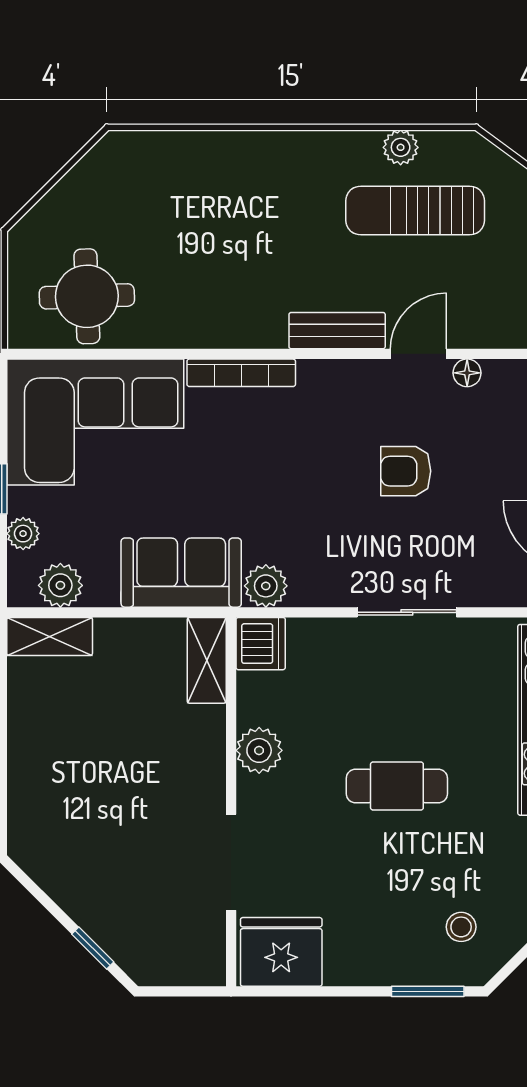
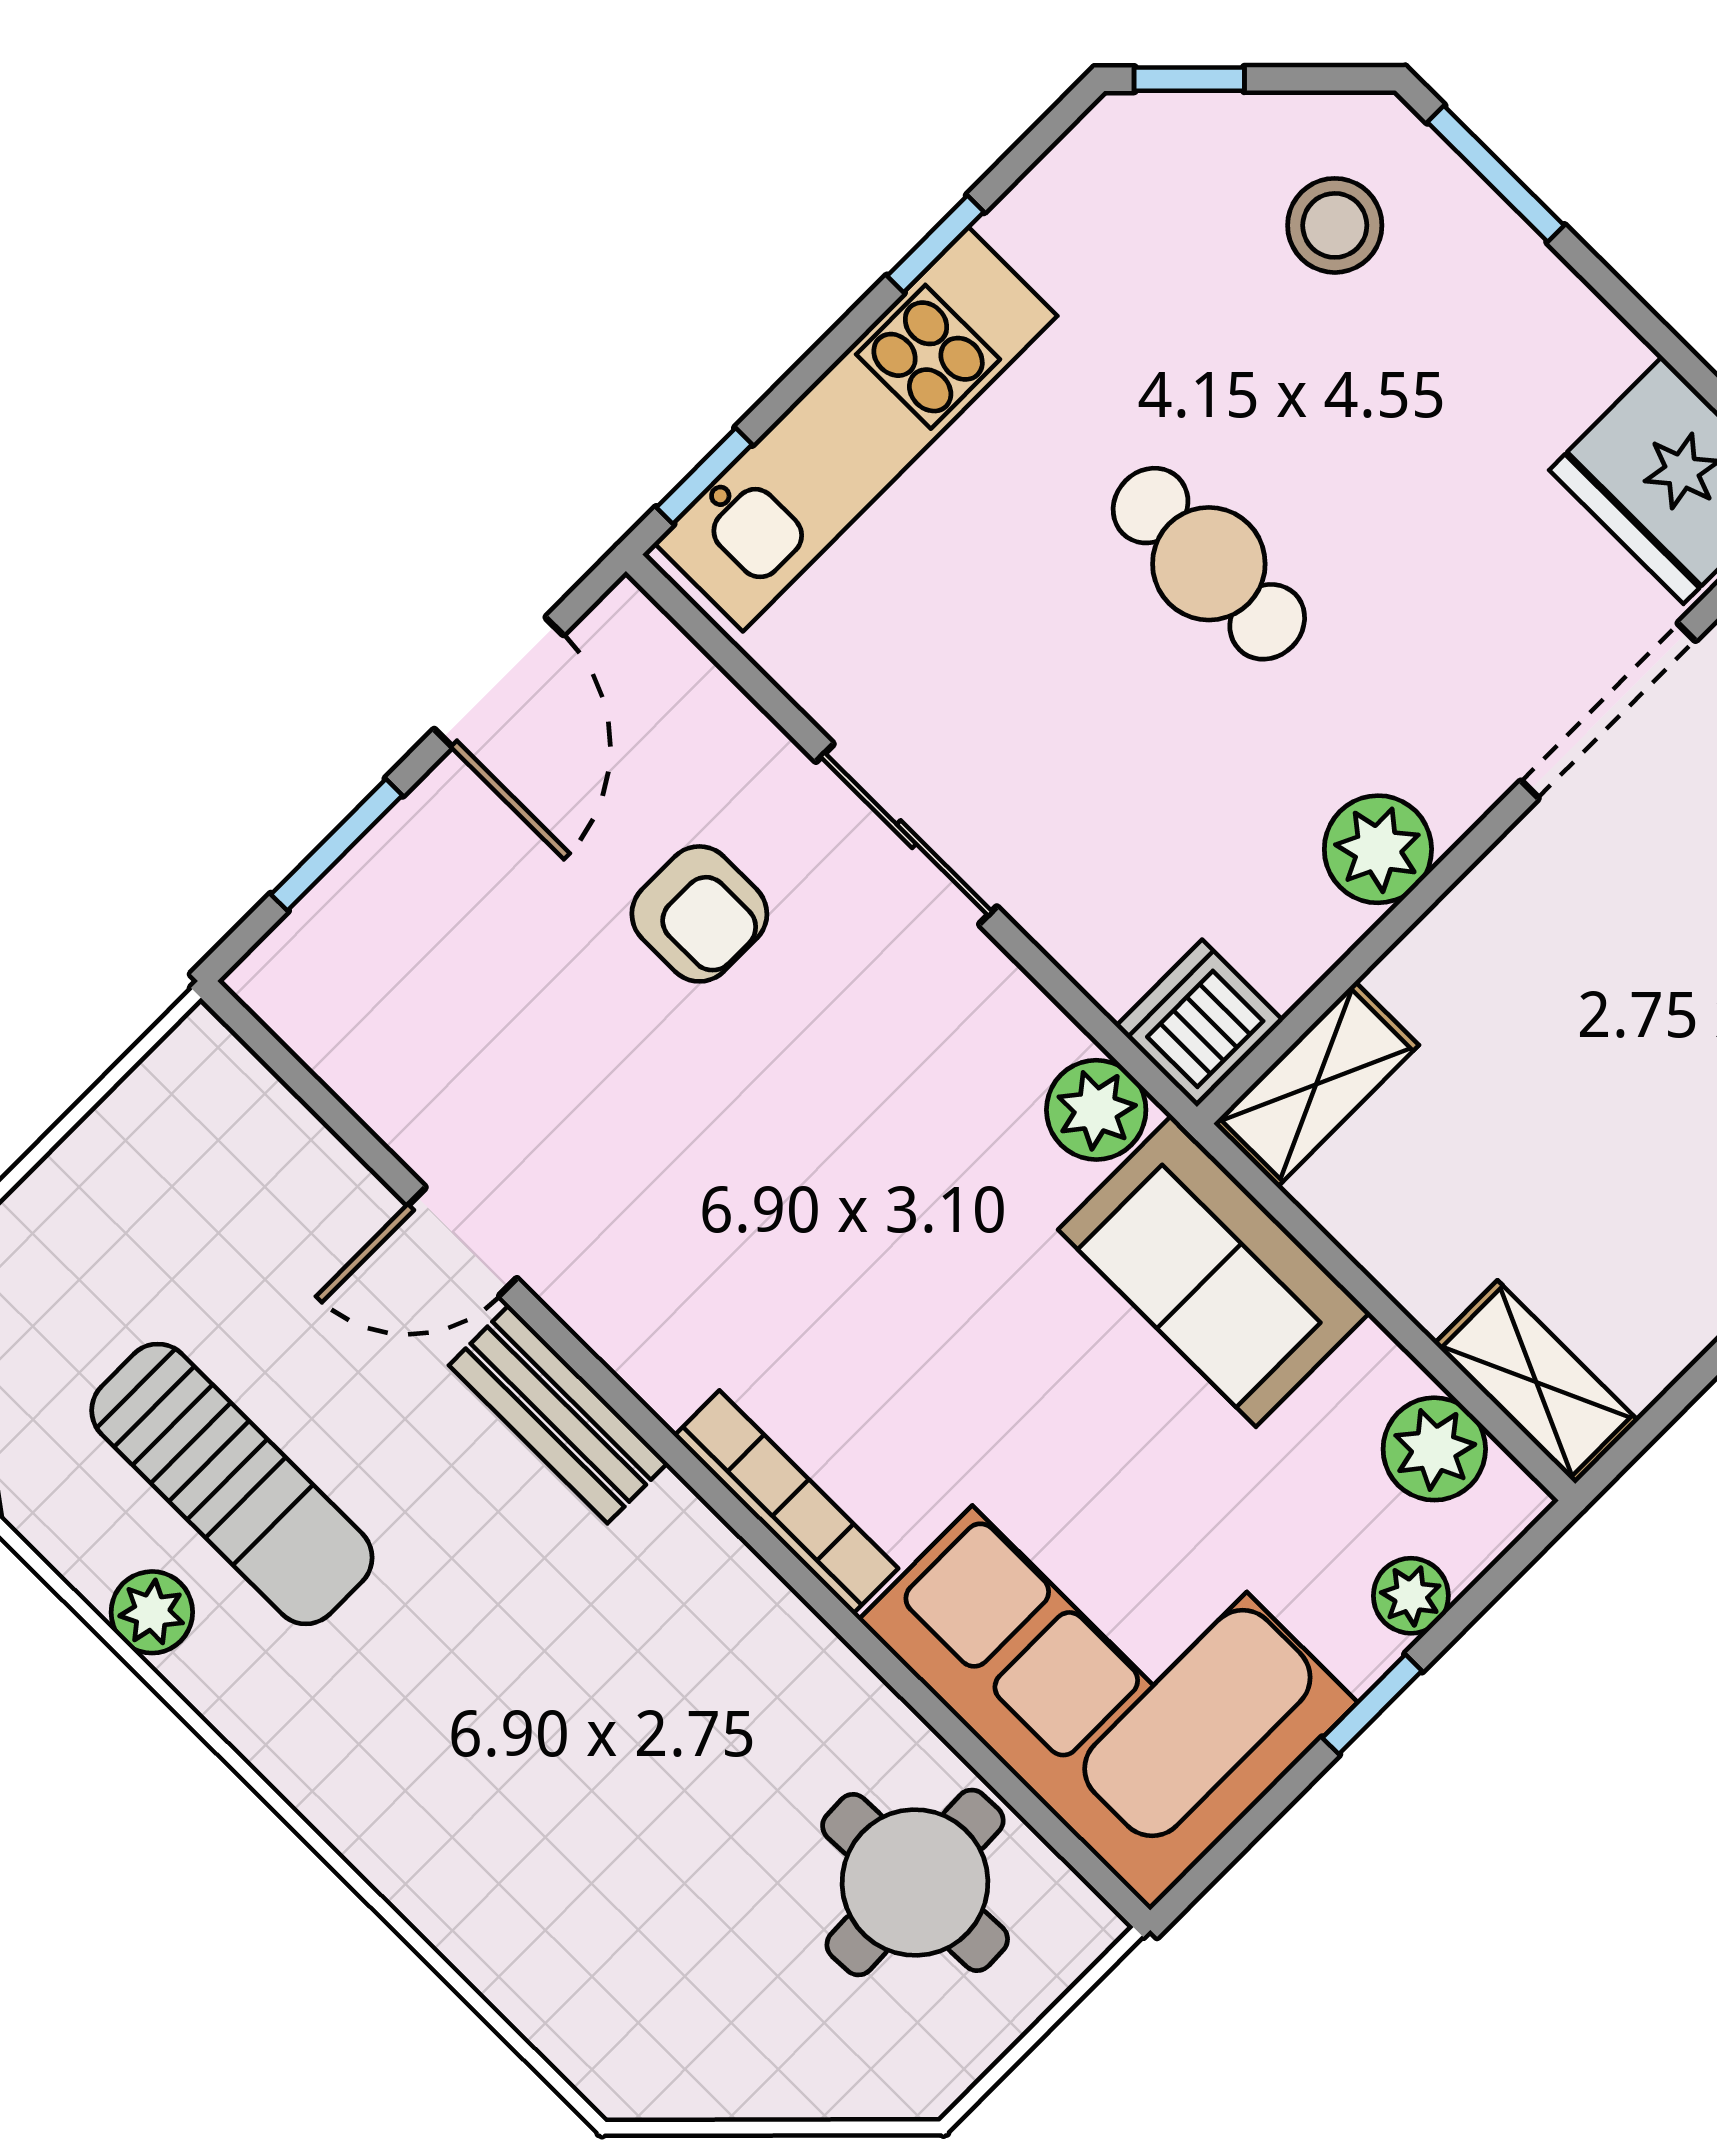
floor lamp: (467, 373) -> (413, 1131), removed
armchair: (406, 471) -> (699, 914), moved
stool: (461, 927) -> (1335, 225), width x1.37, depth x1.37

